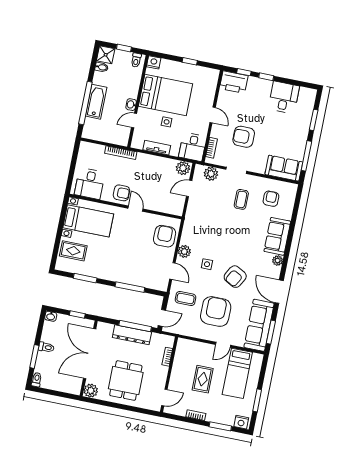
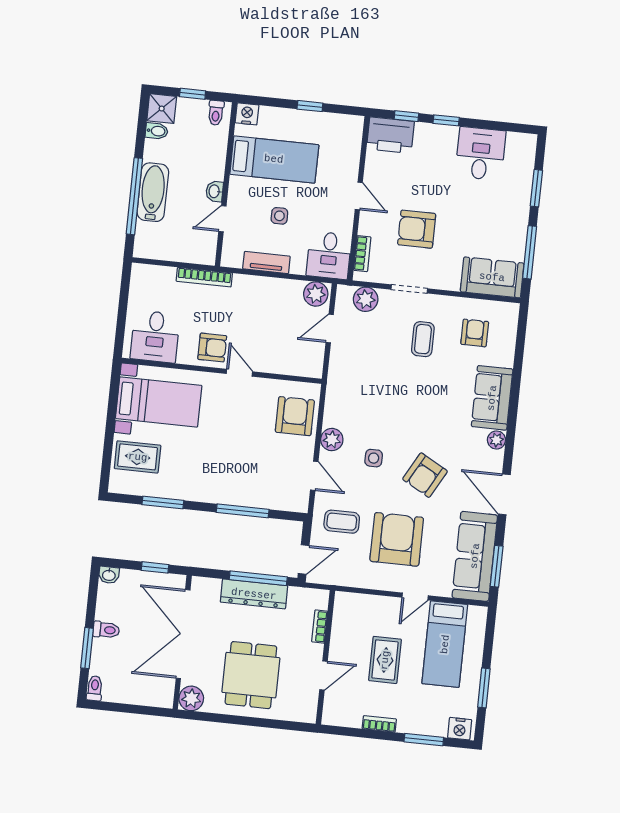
bed: (166, 95) -> (274, 159), width x0.67
door: (164, 397) -> (323, 675), moved

